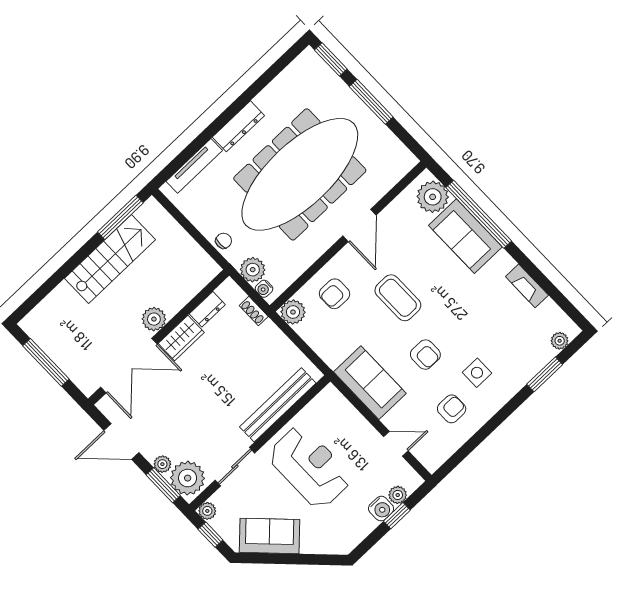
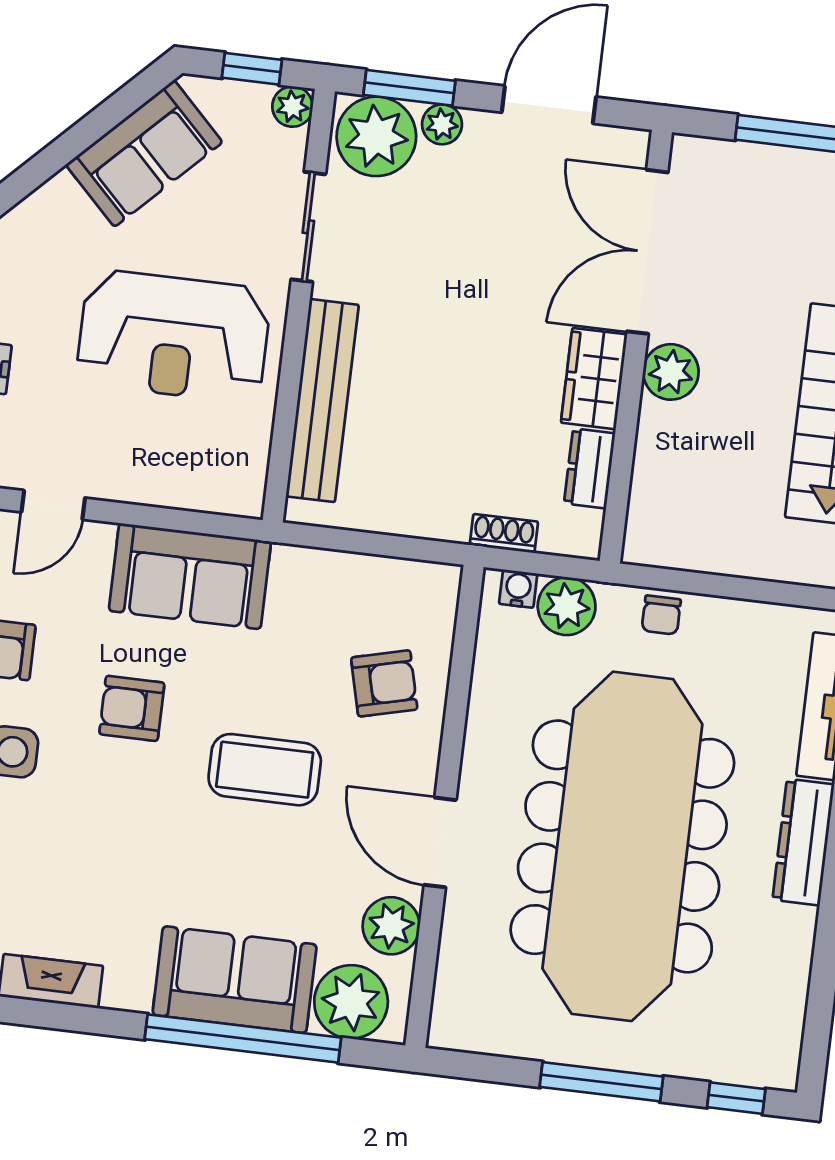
window: (331, 59) -> (736, 1098), width x0.67
armchair: (335, 294) -> (384, 683), turned 76
plant: (293, 312) -> (391, 926), moved

